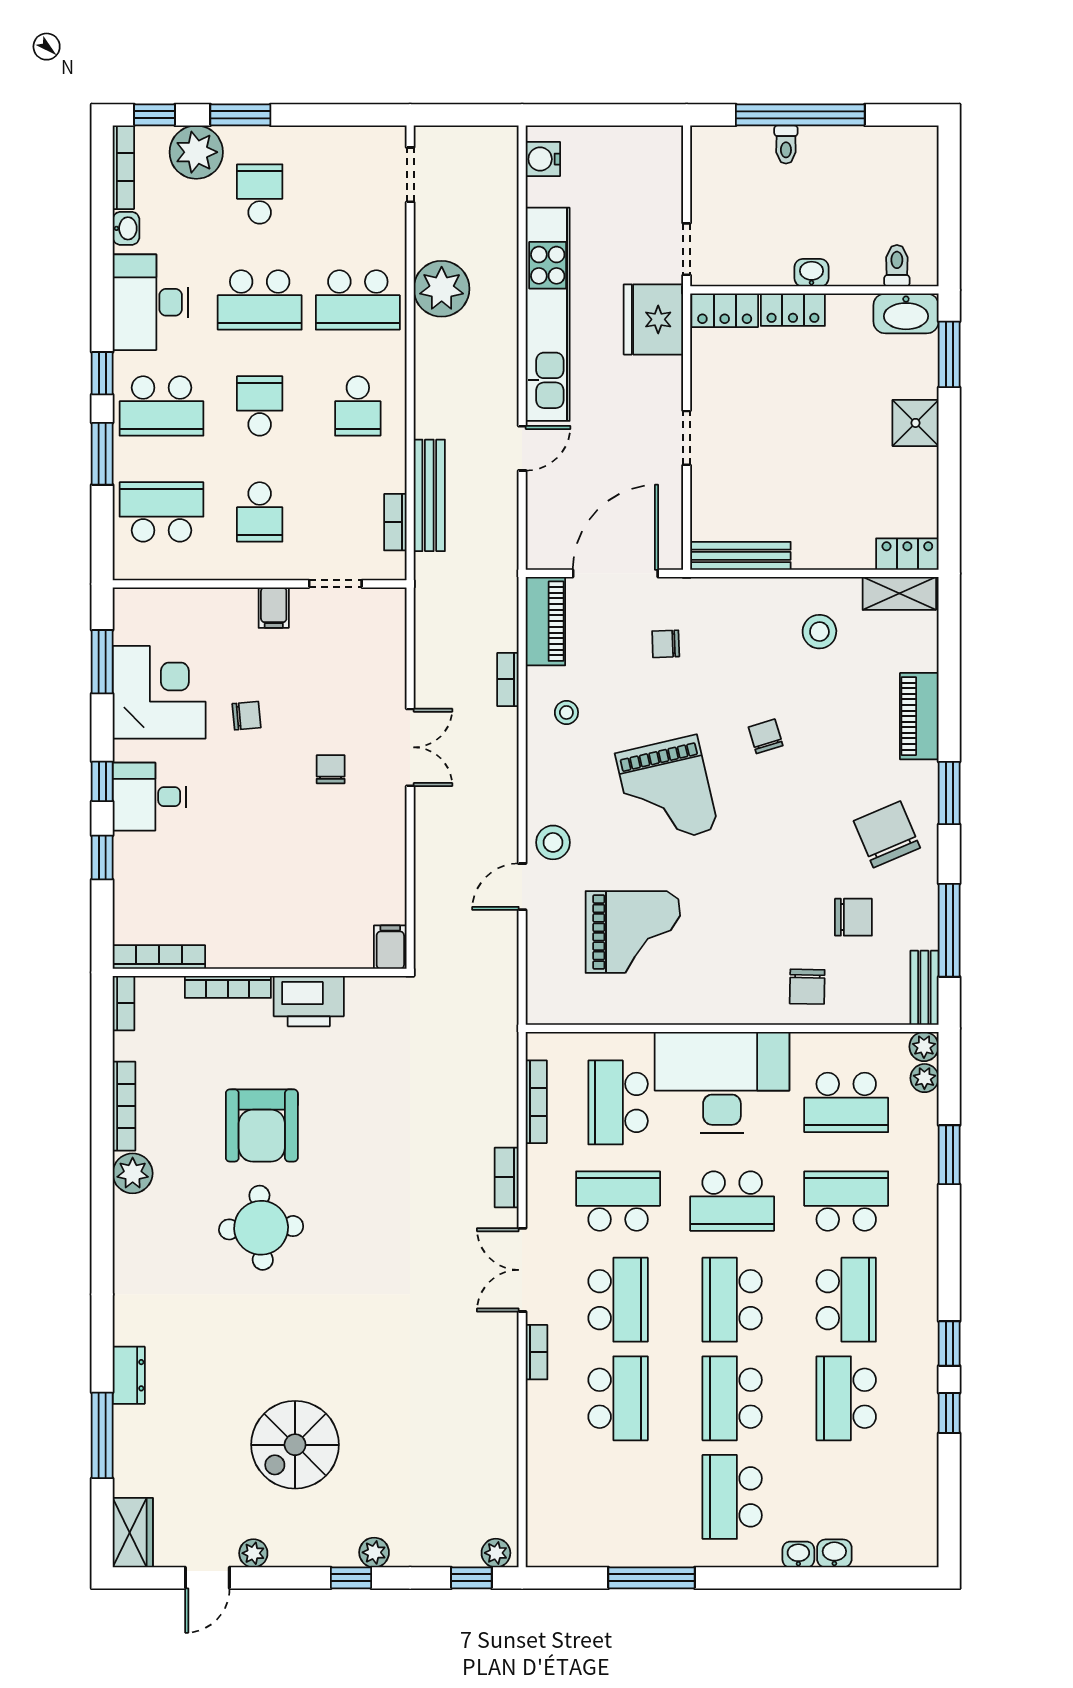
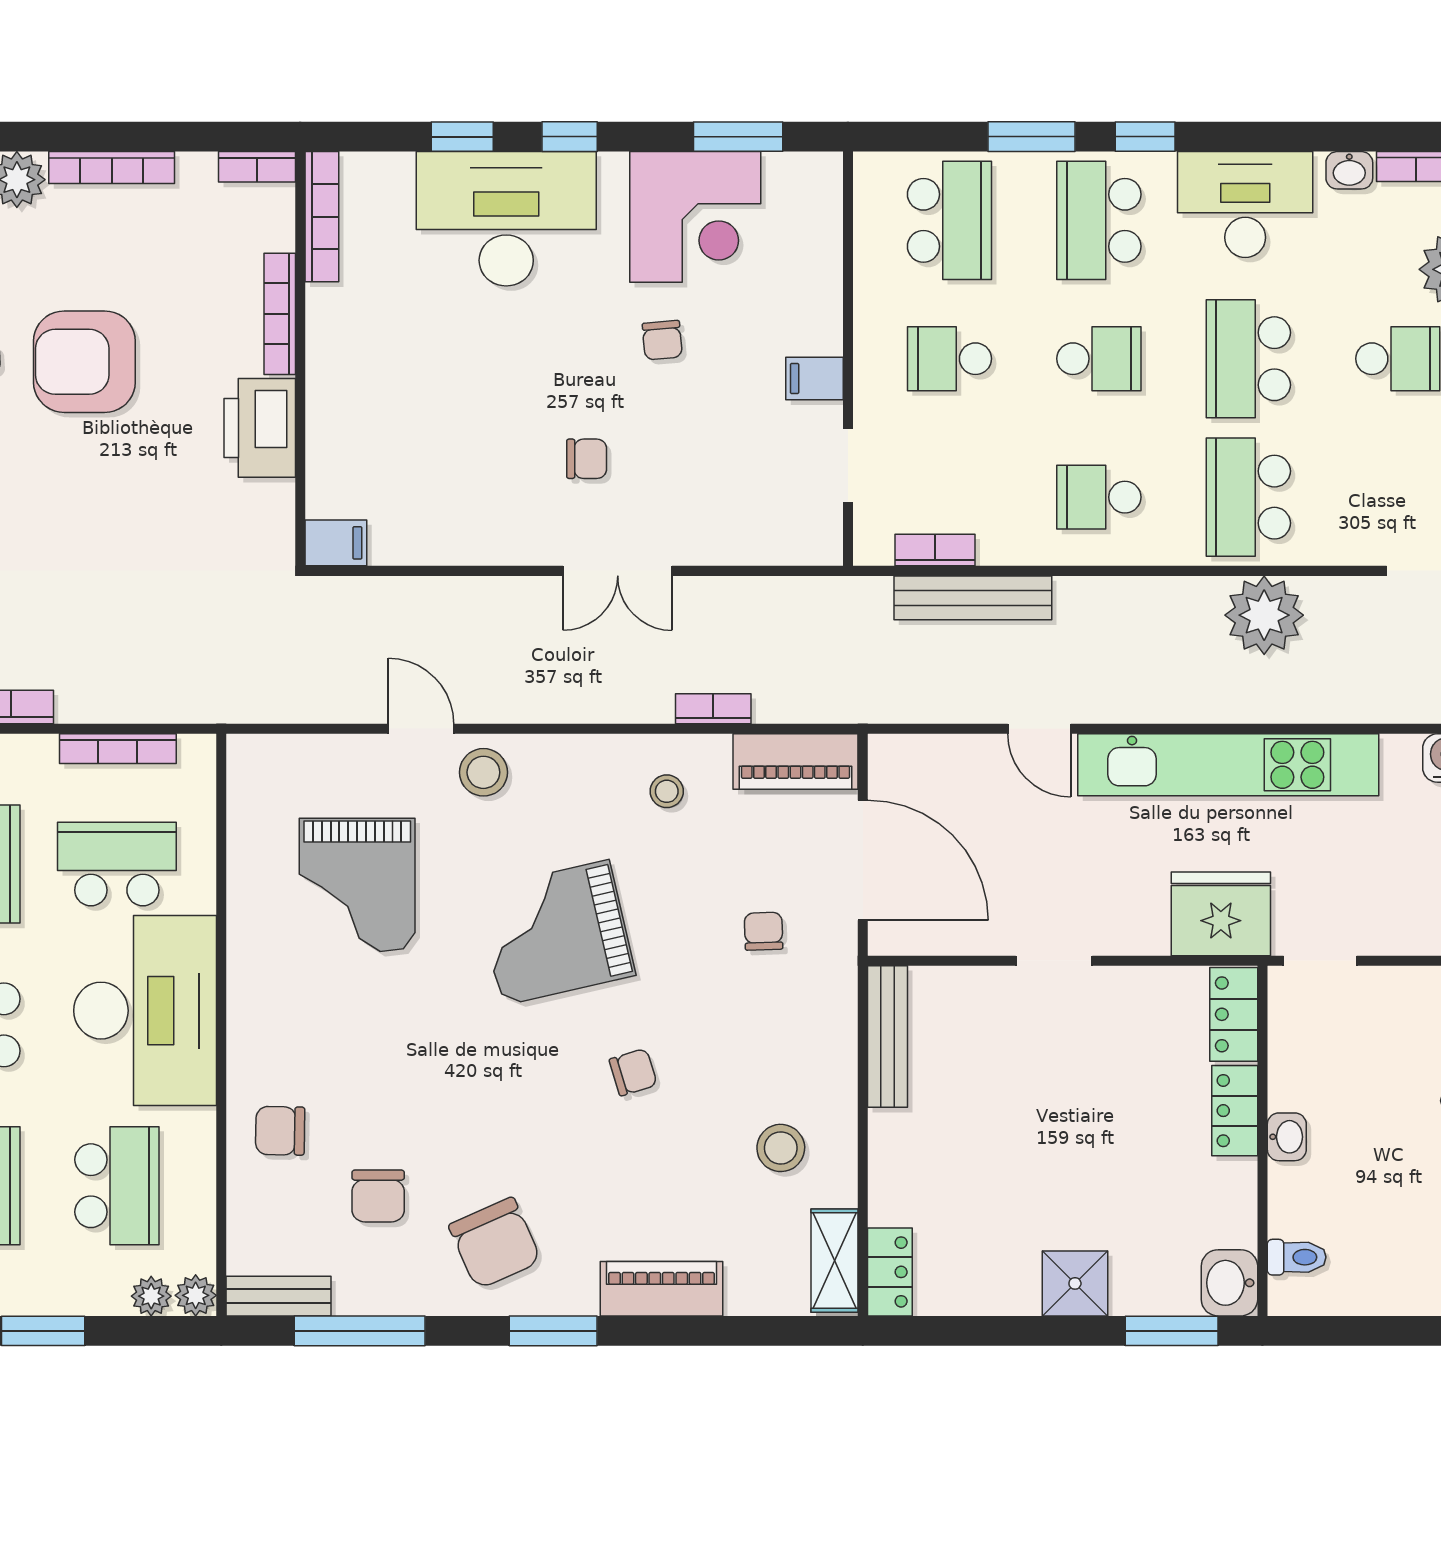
washbasin: (906, 313) -> (1229, 1283), width x0.72
desk: (149, 797) -> (506, 219), width x1.87, depth x1.30
chair: (887, 834) -> (495, 1243), turned 89
school desk: (846, 1102) -> (117, 1186), turned 180

